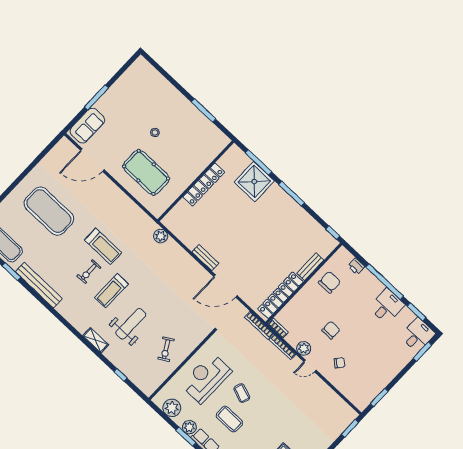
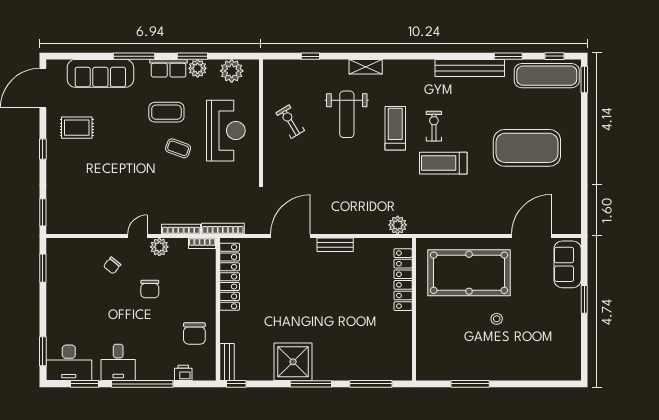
window: (96, 97) -> (584, 299), width x0.69
pool table: (146, 172) -> (469, 273), width x1.36, depth x1.32
shower: (254, 181) -> (293, 362), moved
locker: (204, 185) -> (403, 280), moved
bench: (310, 267) -> (227, 362), moved
desk: (418, 335) -> (69, 363), width x1.37

